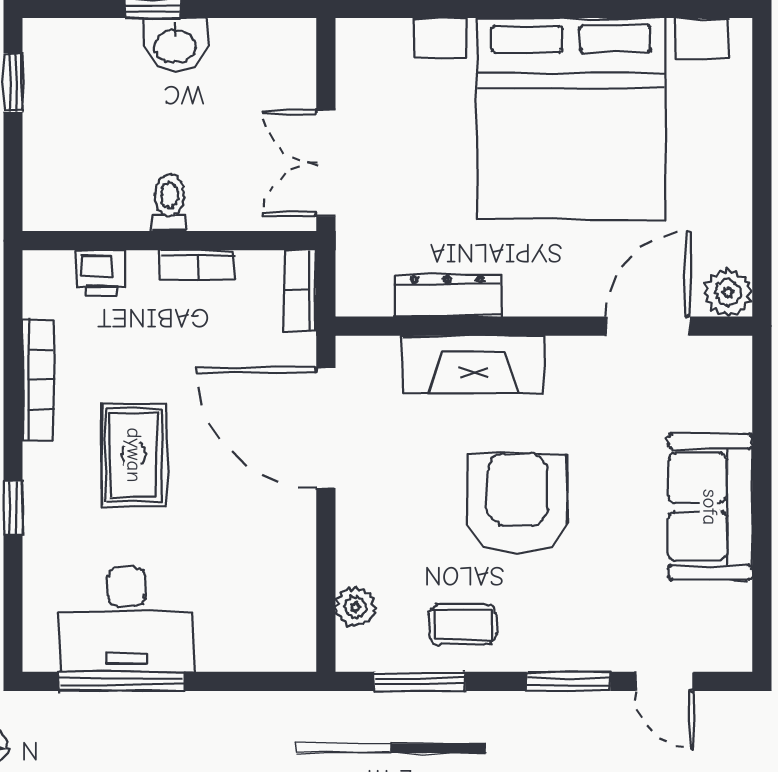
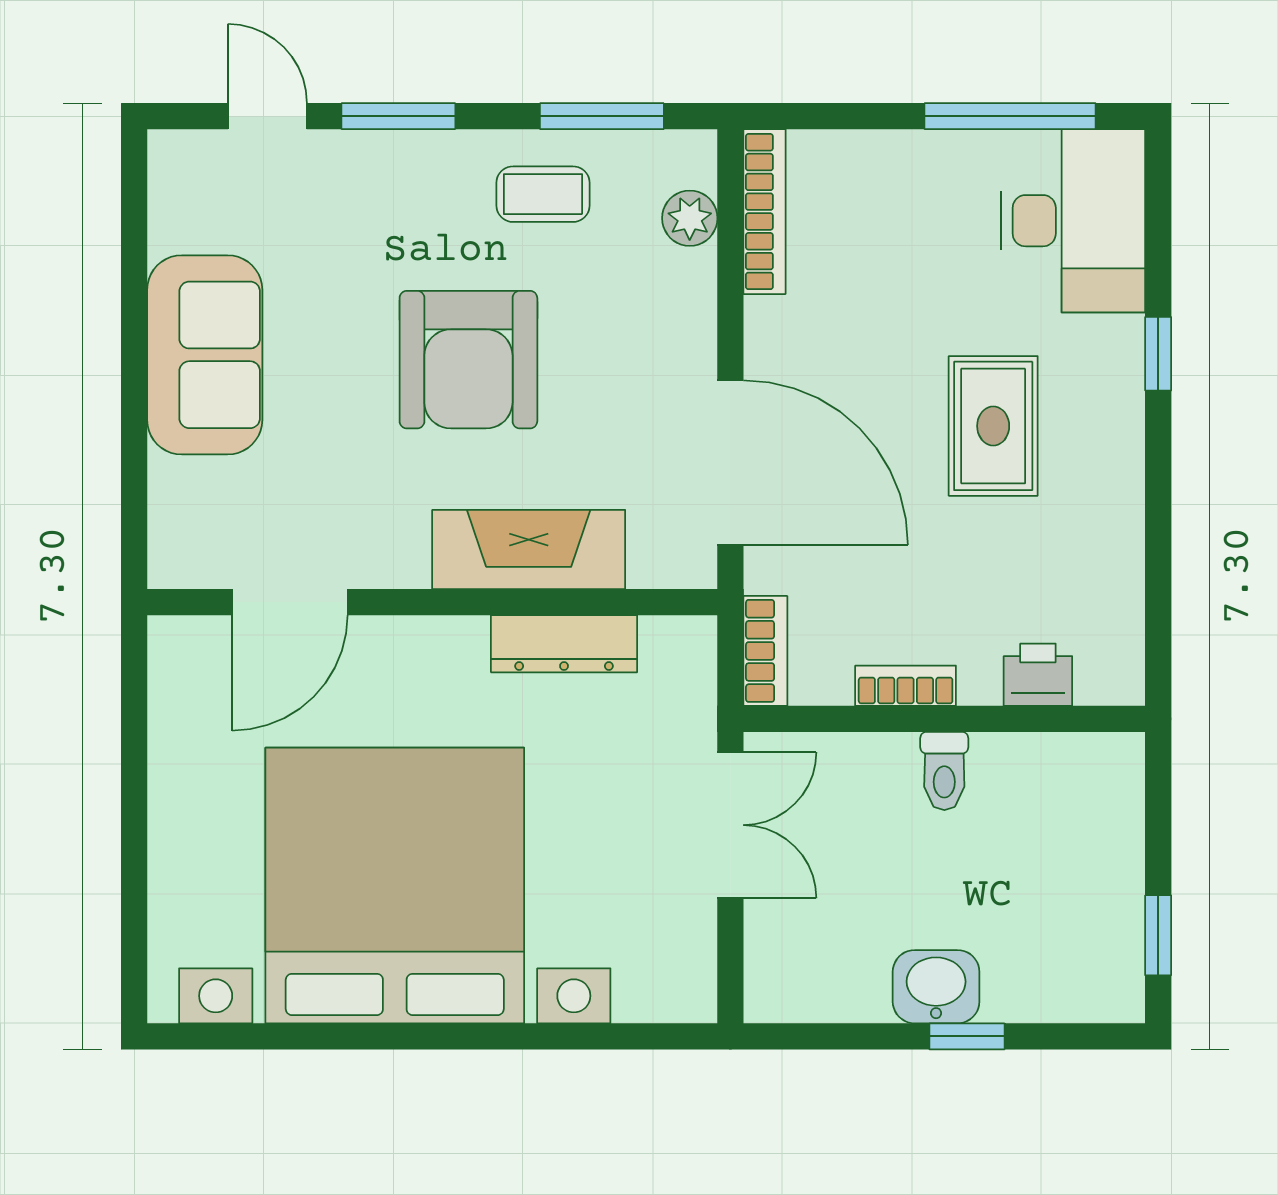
plant: (728, 292) -> (180, 648), removed
bookcase: (38, 380) -> (764, 212), moved, turned 180
desk: (127, 619) -> (1073, 221), moved, turned 90

